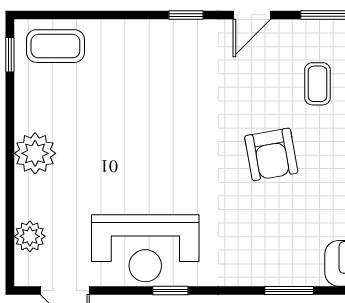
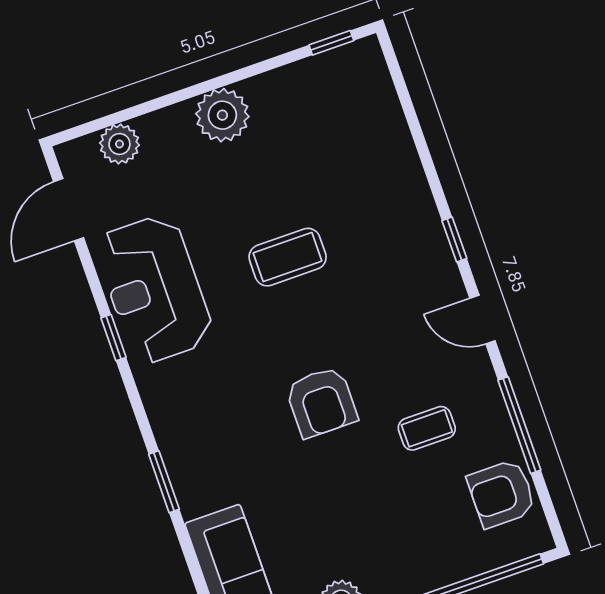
coffee table: (55, 46) -> (288, 257), moved, turned 90
armchair: (271, 154) -> (321, 402), turned -80

